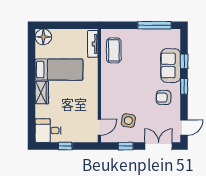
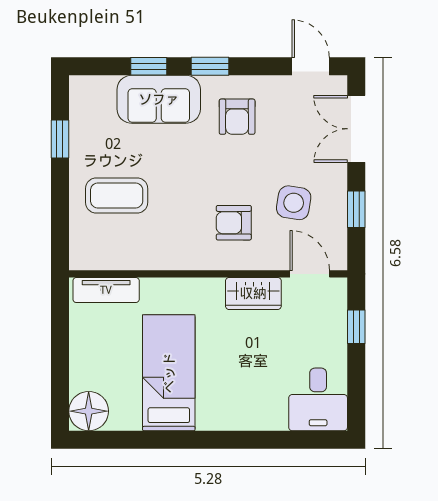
window: (154, 25) -> (60, 139), width x0.46
coffee table: (114, 50) -> (117, 195), moved
wardrobe: (42, 93) -> (253, 293), moved, turned 180
armchair: (120, 96) -> (234, 223), added
window: (65, 146) -> (356, 327), moved

